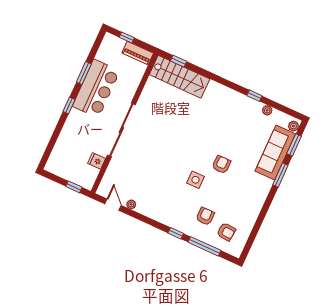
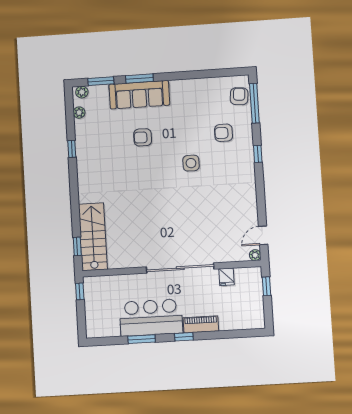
window: (127, 38) -> (80, 291), moved
piano: (138, 53) -> (201, 324), moved, turned -90
plant: (267, 110) -> (79, 113), moved
sofa: (275, 153) -> (139, 95), moved
armchair: (221, 165) -> (143, 137), moved
plant: (131, 204) -> (255, 255), moved
armchair: (226, 232) -> (239, 96), moved
window: (204, 246) -> (254, 103), moved

